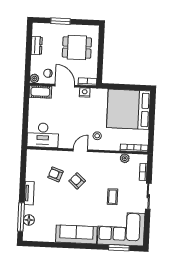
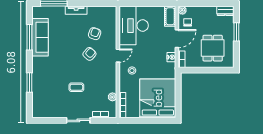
dresser: (37, 45) -> (225, 11), moved
desk: (43, 135) -> (134, 26), width x1.36, depth x1.30
door: (80, 150) -> (118, 56), hinge flipped
floor lamp: (29, 220) -> (51, 11), removed
corner sofa: (121, 229) -> (47, 96), removed
sofa: (76, 234) -> (40, 37), moved
window: (56, 245) -> (29, 37), added
window: (119, 248) -> (29, 82), moved

